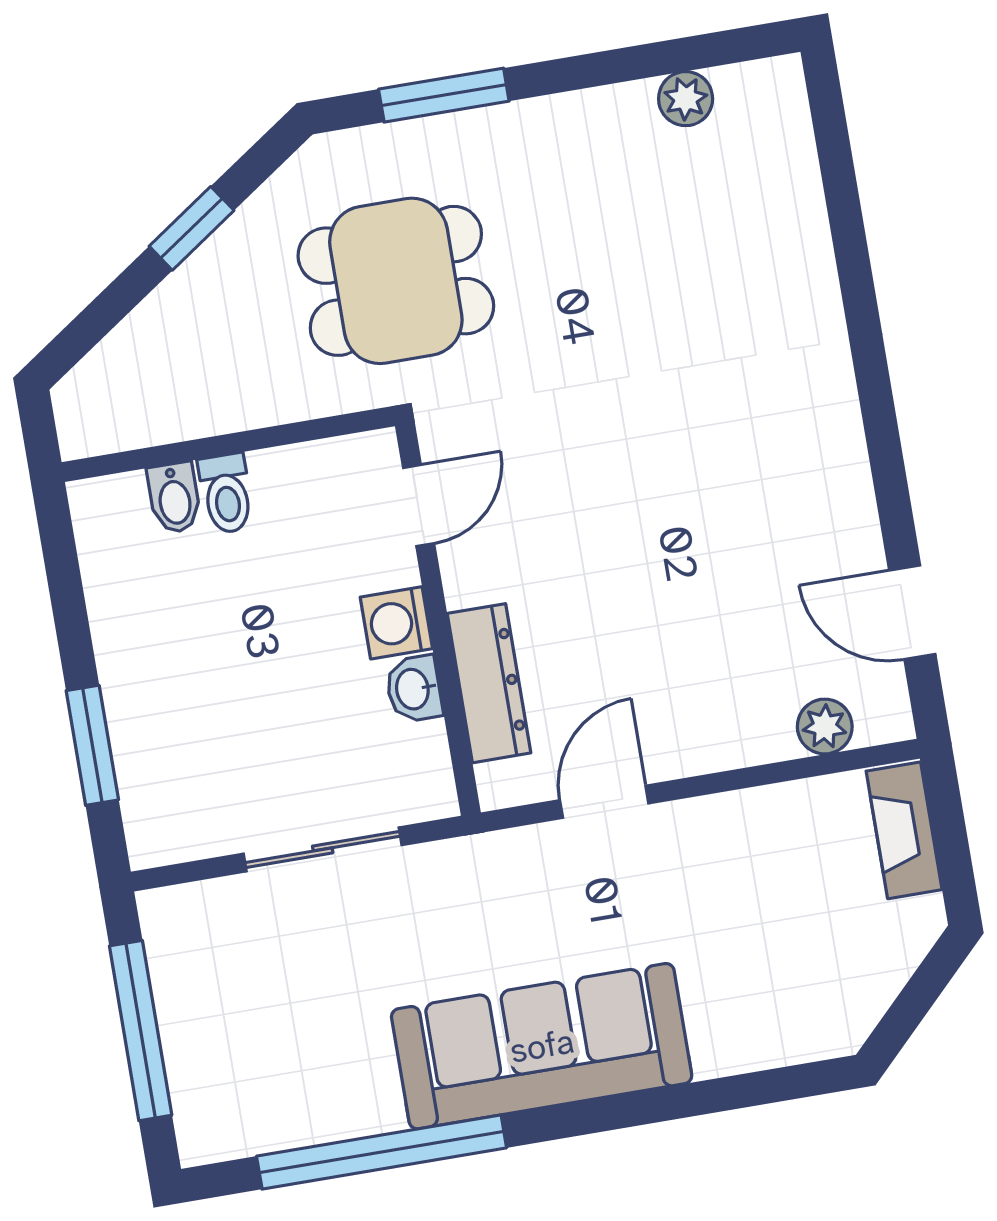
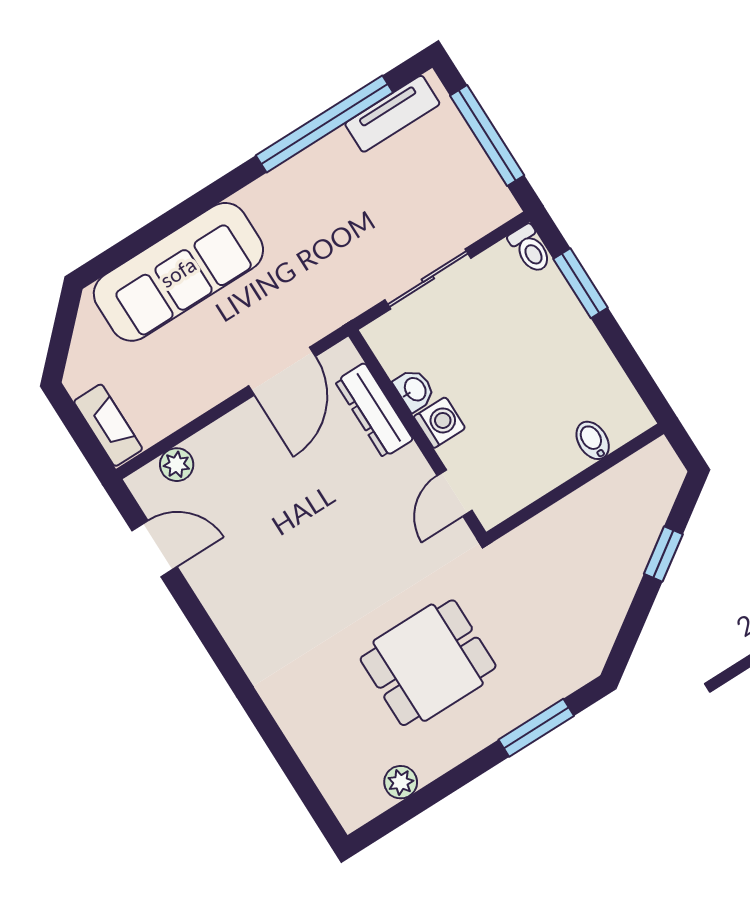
window: (192, 228) -> (663, 554), moved
dining table: (396, 281) -> (428, 663), moved
toilet: (226, 493) -> (530, 249), moved, turned 180
door: (604, 802) -> (282, 371), width x1.38
sofa: (542, 1046) -> (178, 272), moved
tv unit: (271, 1124) -> (392, 114), added

